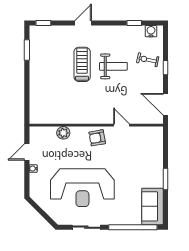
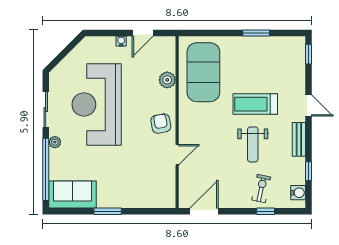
bench: (110, 31) -> (299, 139), added
window: (27, 50) -> (256, 33), moved
treadmill: (82, 64) -> (255, 104), turned 180
window: (165, 68) -> (266, 211), moved
exercise mat: (57, 105) -> (203, 72), added
door: (27, 152) -> (143, 33), swing flipped
plant: (112, 220) -> (55, 142), added

